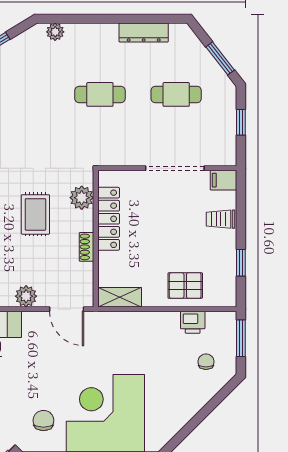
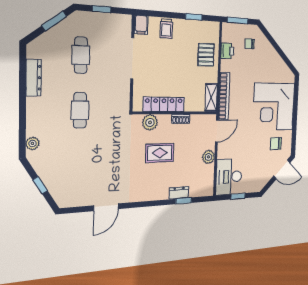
bookcase: (122, 320) -> (224, 96), added

